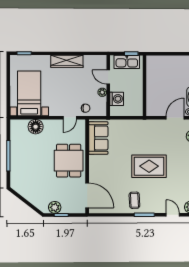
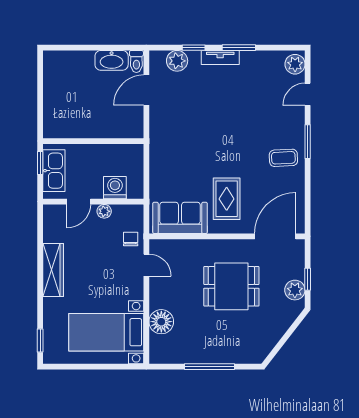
door: (175, 118) -> (146, 90), hinge flipped
dining table: (69, 161) -> (231, 286), moved
rug: (149, 166) -> (227, 199), moved, width x0.73, depth x0.70

